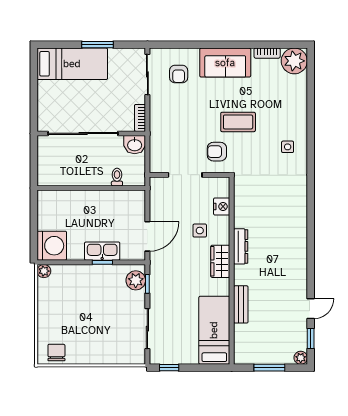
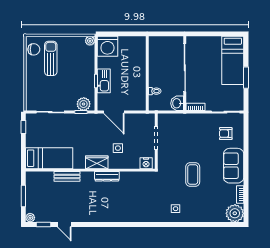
armchair: (217, 152) -> (172, 160), removed
nightstand: (222, 206) -> (146, 163), moved
sun lounger: (69, 328) -> (51, 58), added

